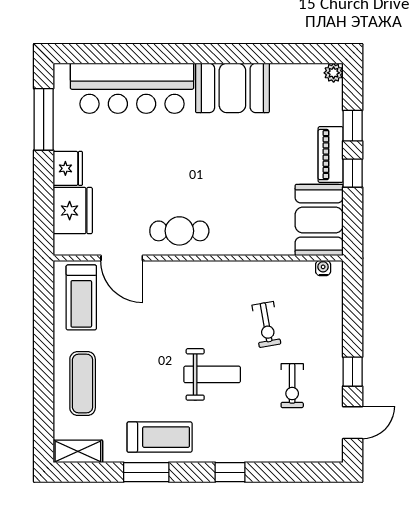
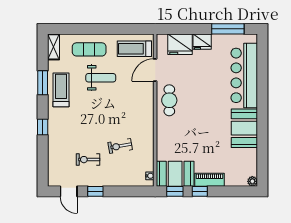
window: (353, 126) -> (175, 191), moved
weight bench: (212, 374) -> (101, 78), moved, turned -90
treadmill: (160, 437) -> (61, 90), turned 180

